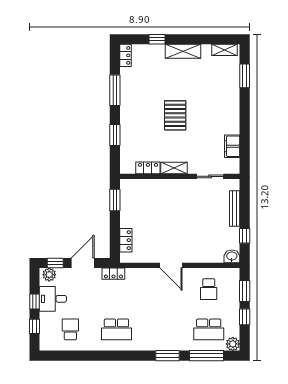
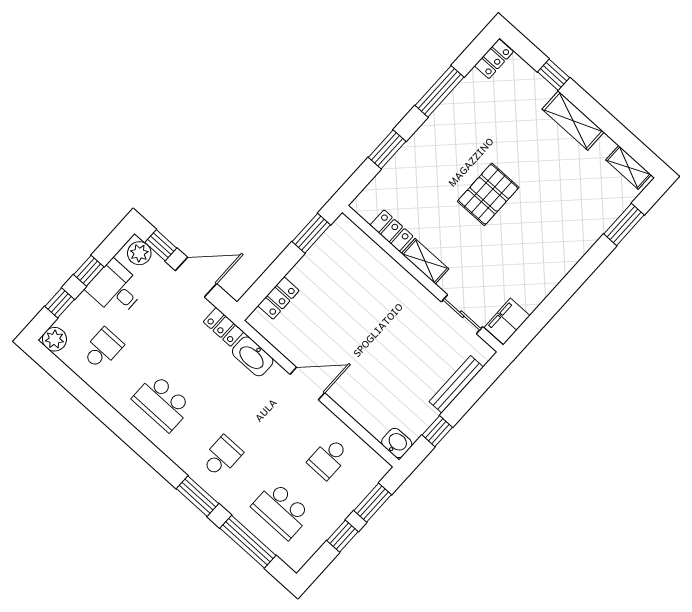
filing cabinet: (232, 146) -> (507, 321), moved
door: (171, 265) -> (307, 384), swing flipped
washbasin: (137, 275) -> (253, 356), added
school desk: (163, 329) -> (222, 457), added
plant: (233, 344) -> (54, 339), moved

